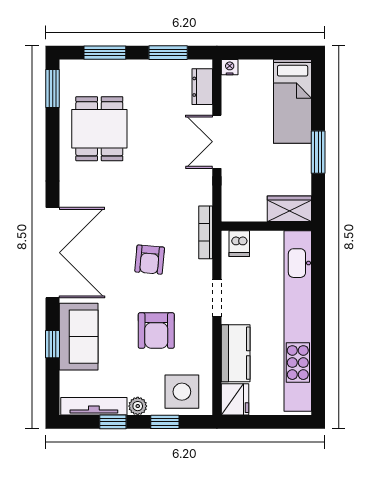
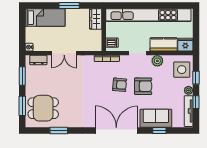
window: (53, 88) -> (59, 130), moved
dining table: (99, 129) -> (43, 108), moved
armchair: (156, 331) -> (143, 86), moved
plant: (200, 340) -> (157, 61), added

